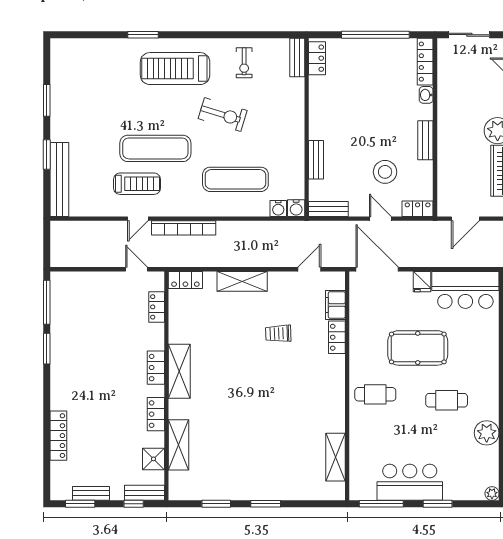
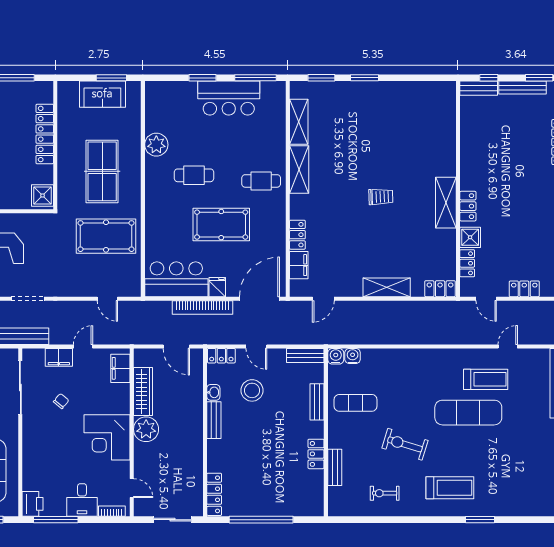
bench: (297, 57) -> (335, 467), moved
locker: (317, 58) -> (316, 454), moved
exercise bike: (244, 63) -> (385, 493), turned -90
treadmill: (175, 69) -> (450, 488), width x0.73, depth x0.73
washbasin: (426, 95) -> (213, 392), moved
exercise mat: (235, 179) -> (356, 403), moved, width x0.73, depth x0.69
treadmill: (137, 184) -> (486, 379), turned 180
door: (138, 219) -> (508, 346), moved
door: (465, 219) -> (176, 346), swing flipped
bookcase: (184, 228) -> (202, 307), moved, turned 180
door: (377, 269) -> (259, 299), swing flipped
trolley: (278, 333) -> (381, 197), moved
locker: (156, 414) -> (524, 289), moved, turned -90
shelving: (178, 445) -> (299, 170), moved
shower: (153, 459) -> (470, 237), moved
bench: (91, 493) -> (523, 88), width x1.36
plant: (492, 493) -> (151, 88), removed
window: (216, 504) -> (321, 78), moved

